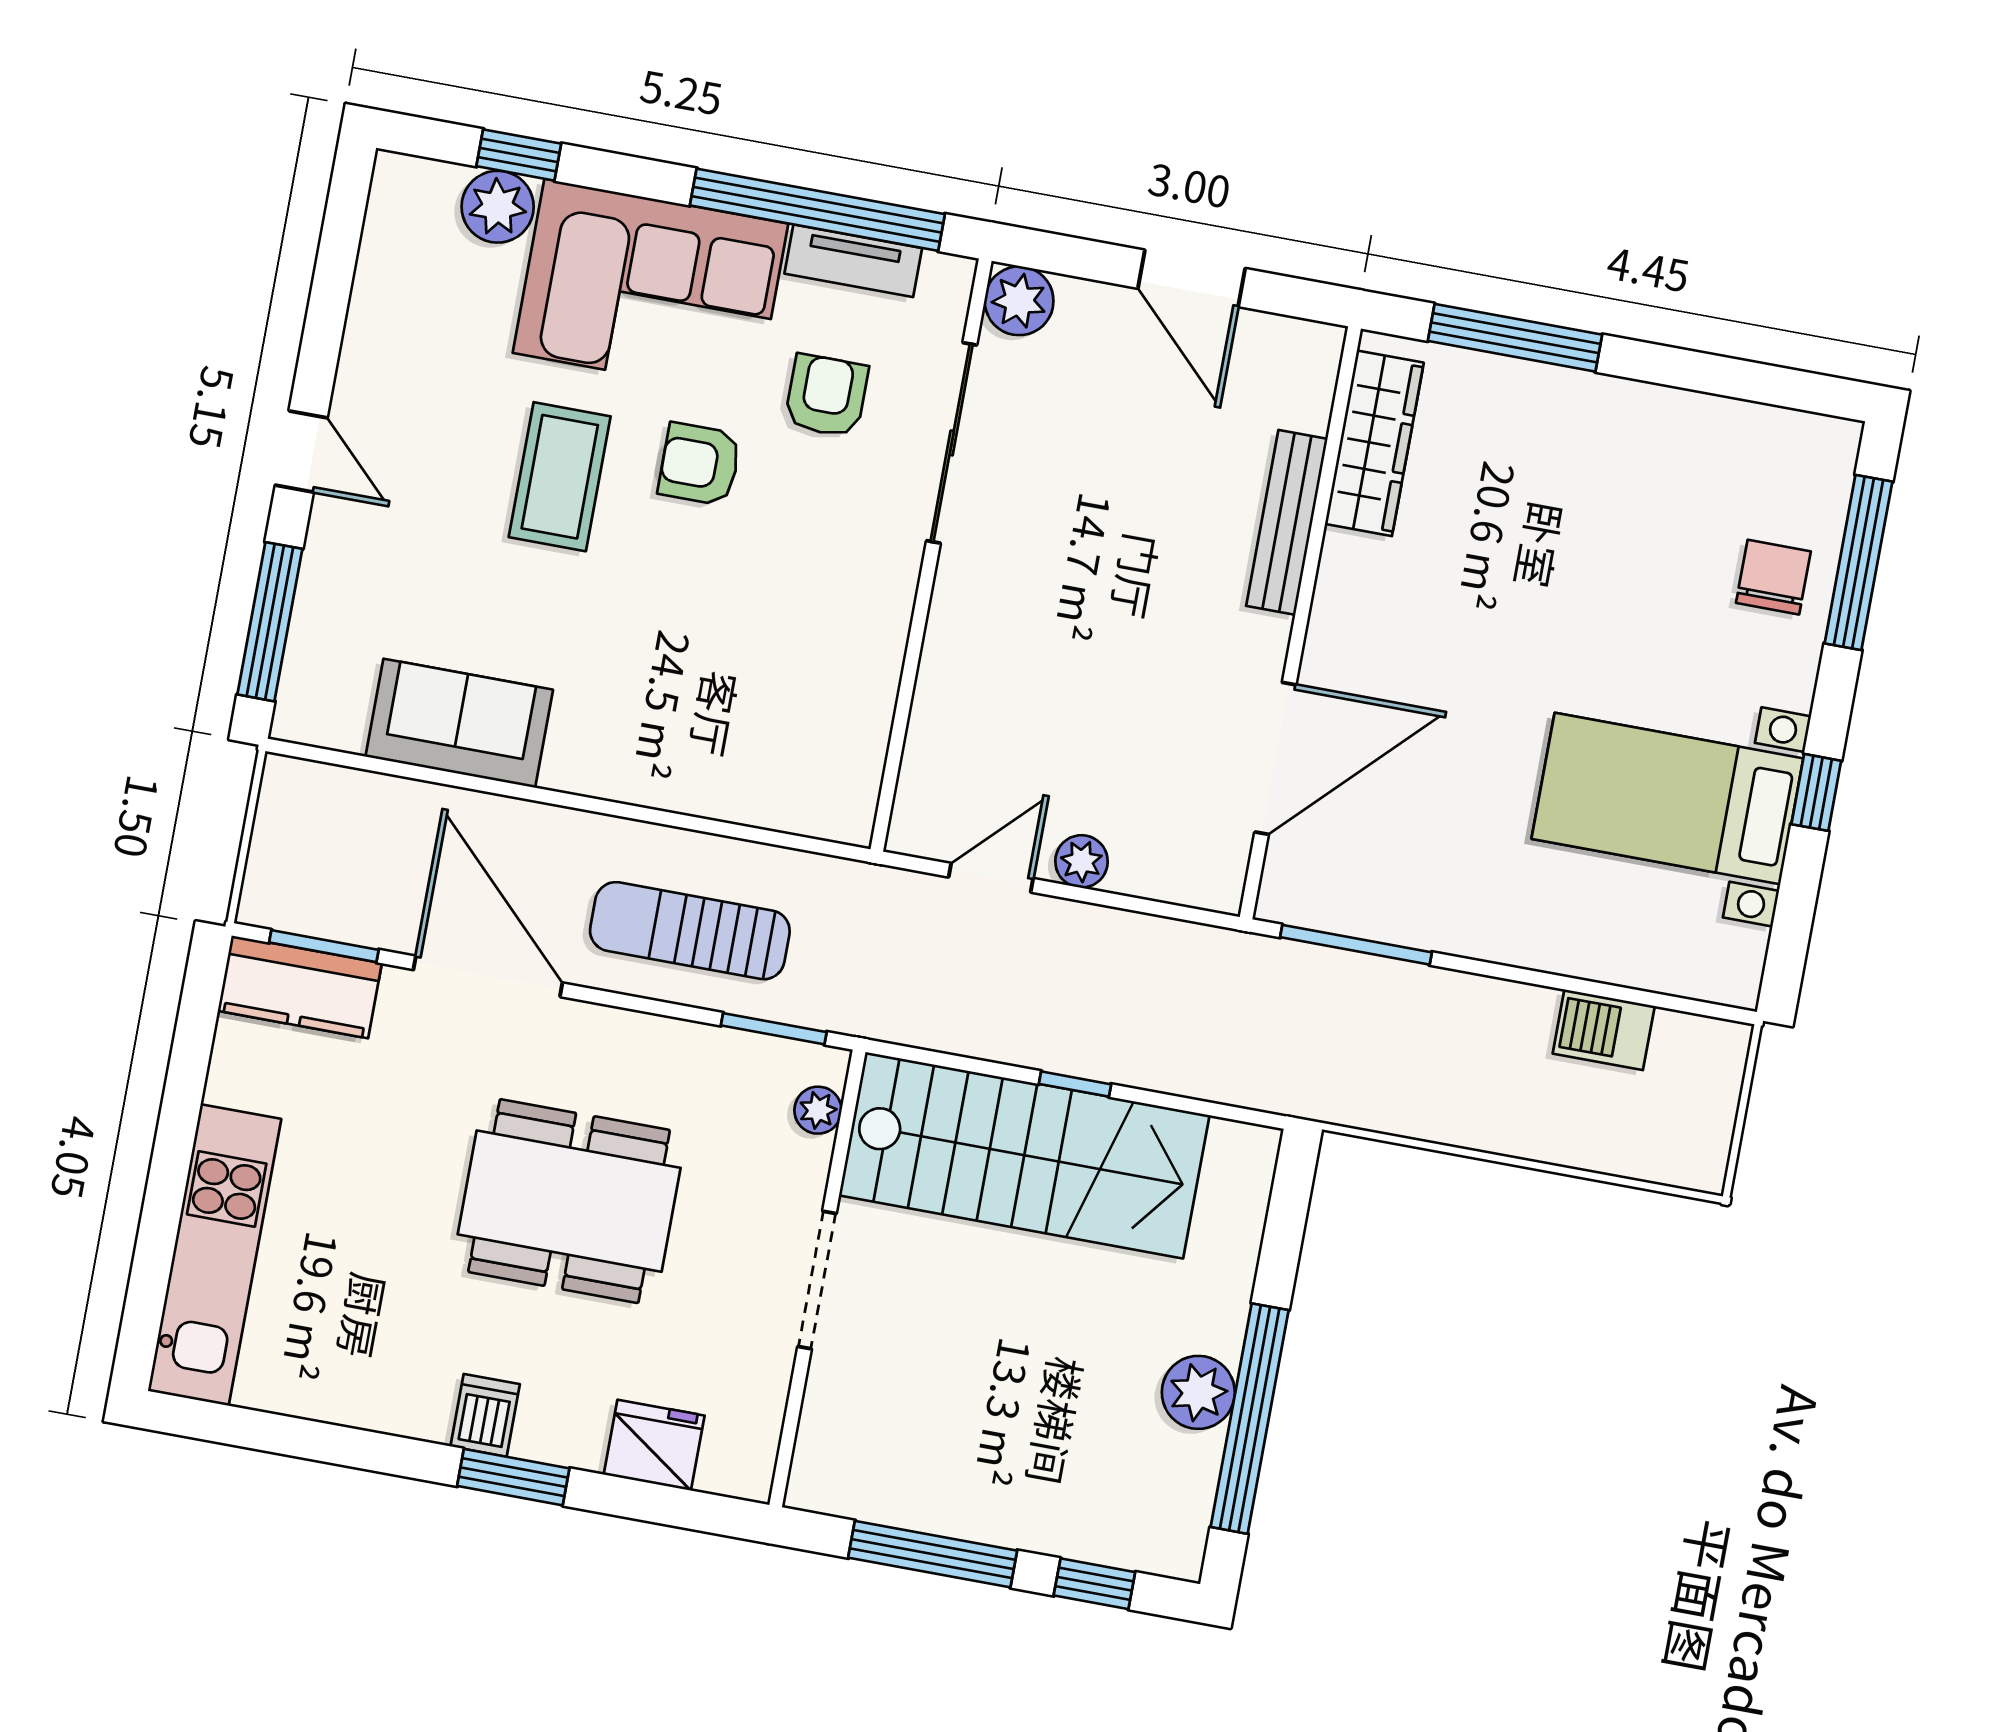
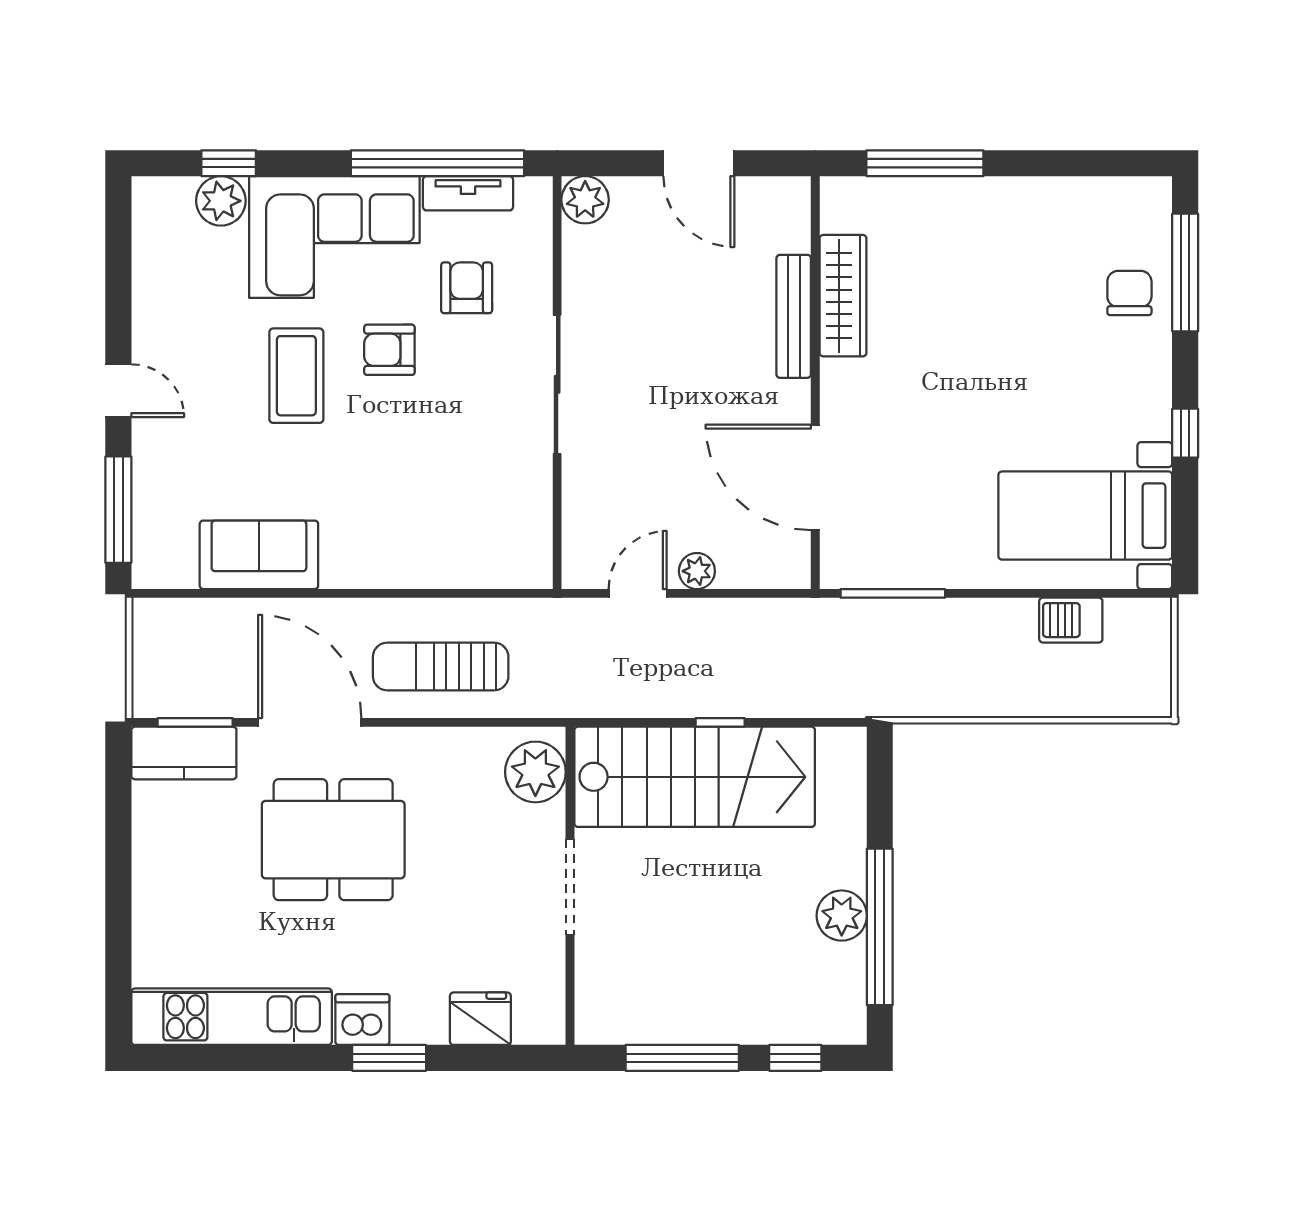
sliding door: (952, 443) -> (557, 384), moved
wardrobe: (1374, 443) -> (843, 296), moved
door: (1275, 758) -> (815, 477), swing flipped
bed with nightstands: (1667, 799) -> (1085, 516), moved
window: (774, 1029) -> (510, 722), removed
plant: (818, 1110) -> (535, 772), width x1.87, depth x1.87
dining table: (569, 1201) -> (333, 840), moved
kitchen unit: (215, 1255) -> (232, 1017), moved, turned -90
dishwasher: (485, 1415) -> (362, 1020), width x1.38

